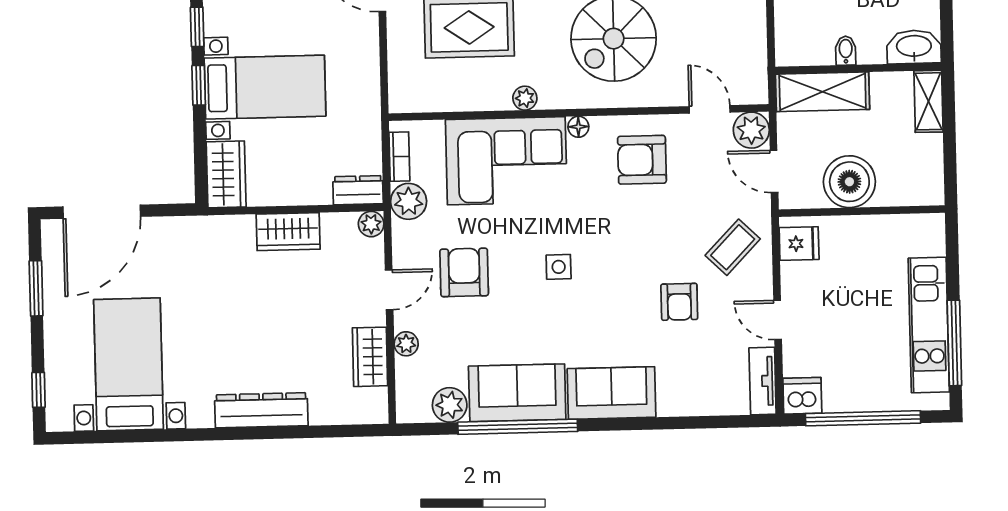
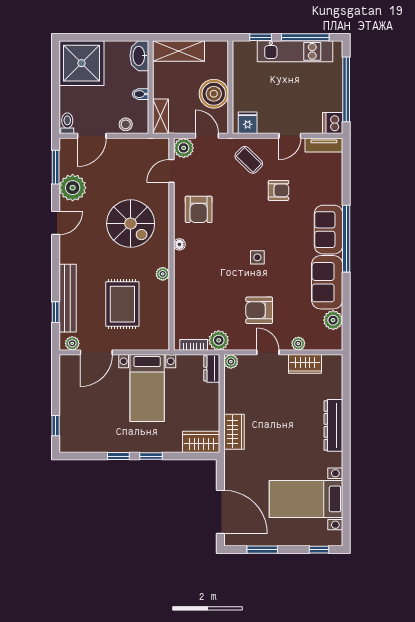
stool: (791, 25) -> (126, 124), added
bed with nightstands: (265, 87) -> (147, 388), moved, turned 180
shelving: (823, 92) -> (161, 116), width x0.67, depth x0.75
shelving: (928, 101) -> (179, 51), width x1.50, depth x1.33
corner sofa: (506, 161) -> (197, 285), removed
door: (774, 171) -> (207, 136), swing flipped
wardrobe: (288, 232) -> (234, 432), moved
window: (952, 263) -> (261, 37), added
window: (518, 427) -> (346, 239), moved

